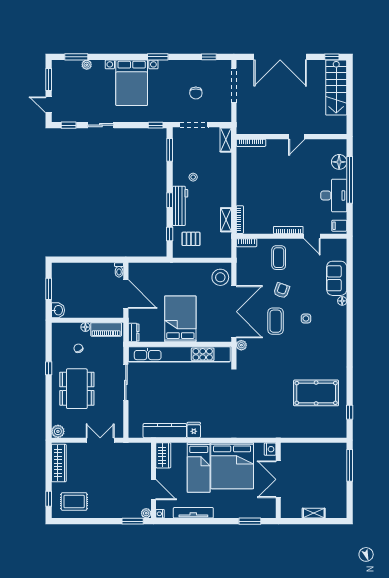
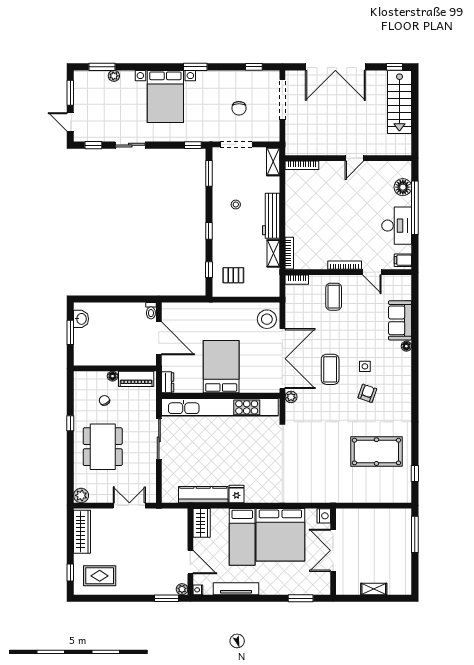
workbench: (180, 206) -> (271, 216), moved, turned 180
armchair: (282, 290) -> (367, 393), moved
washbasin: (58, 310) -> (81, 319), moved

